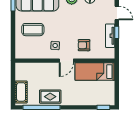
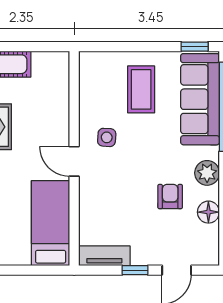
tv unit: (110, 36) -> (104, 256), moved
armchair: (84, 45) -> (170, 197), moved

